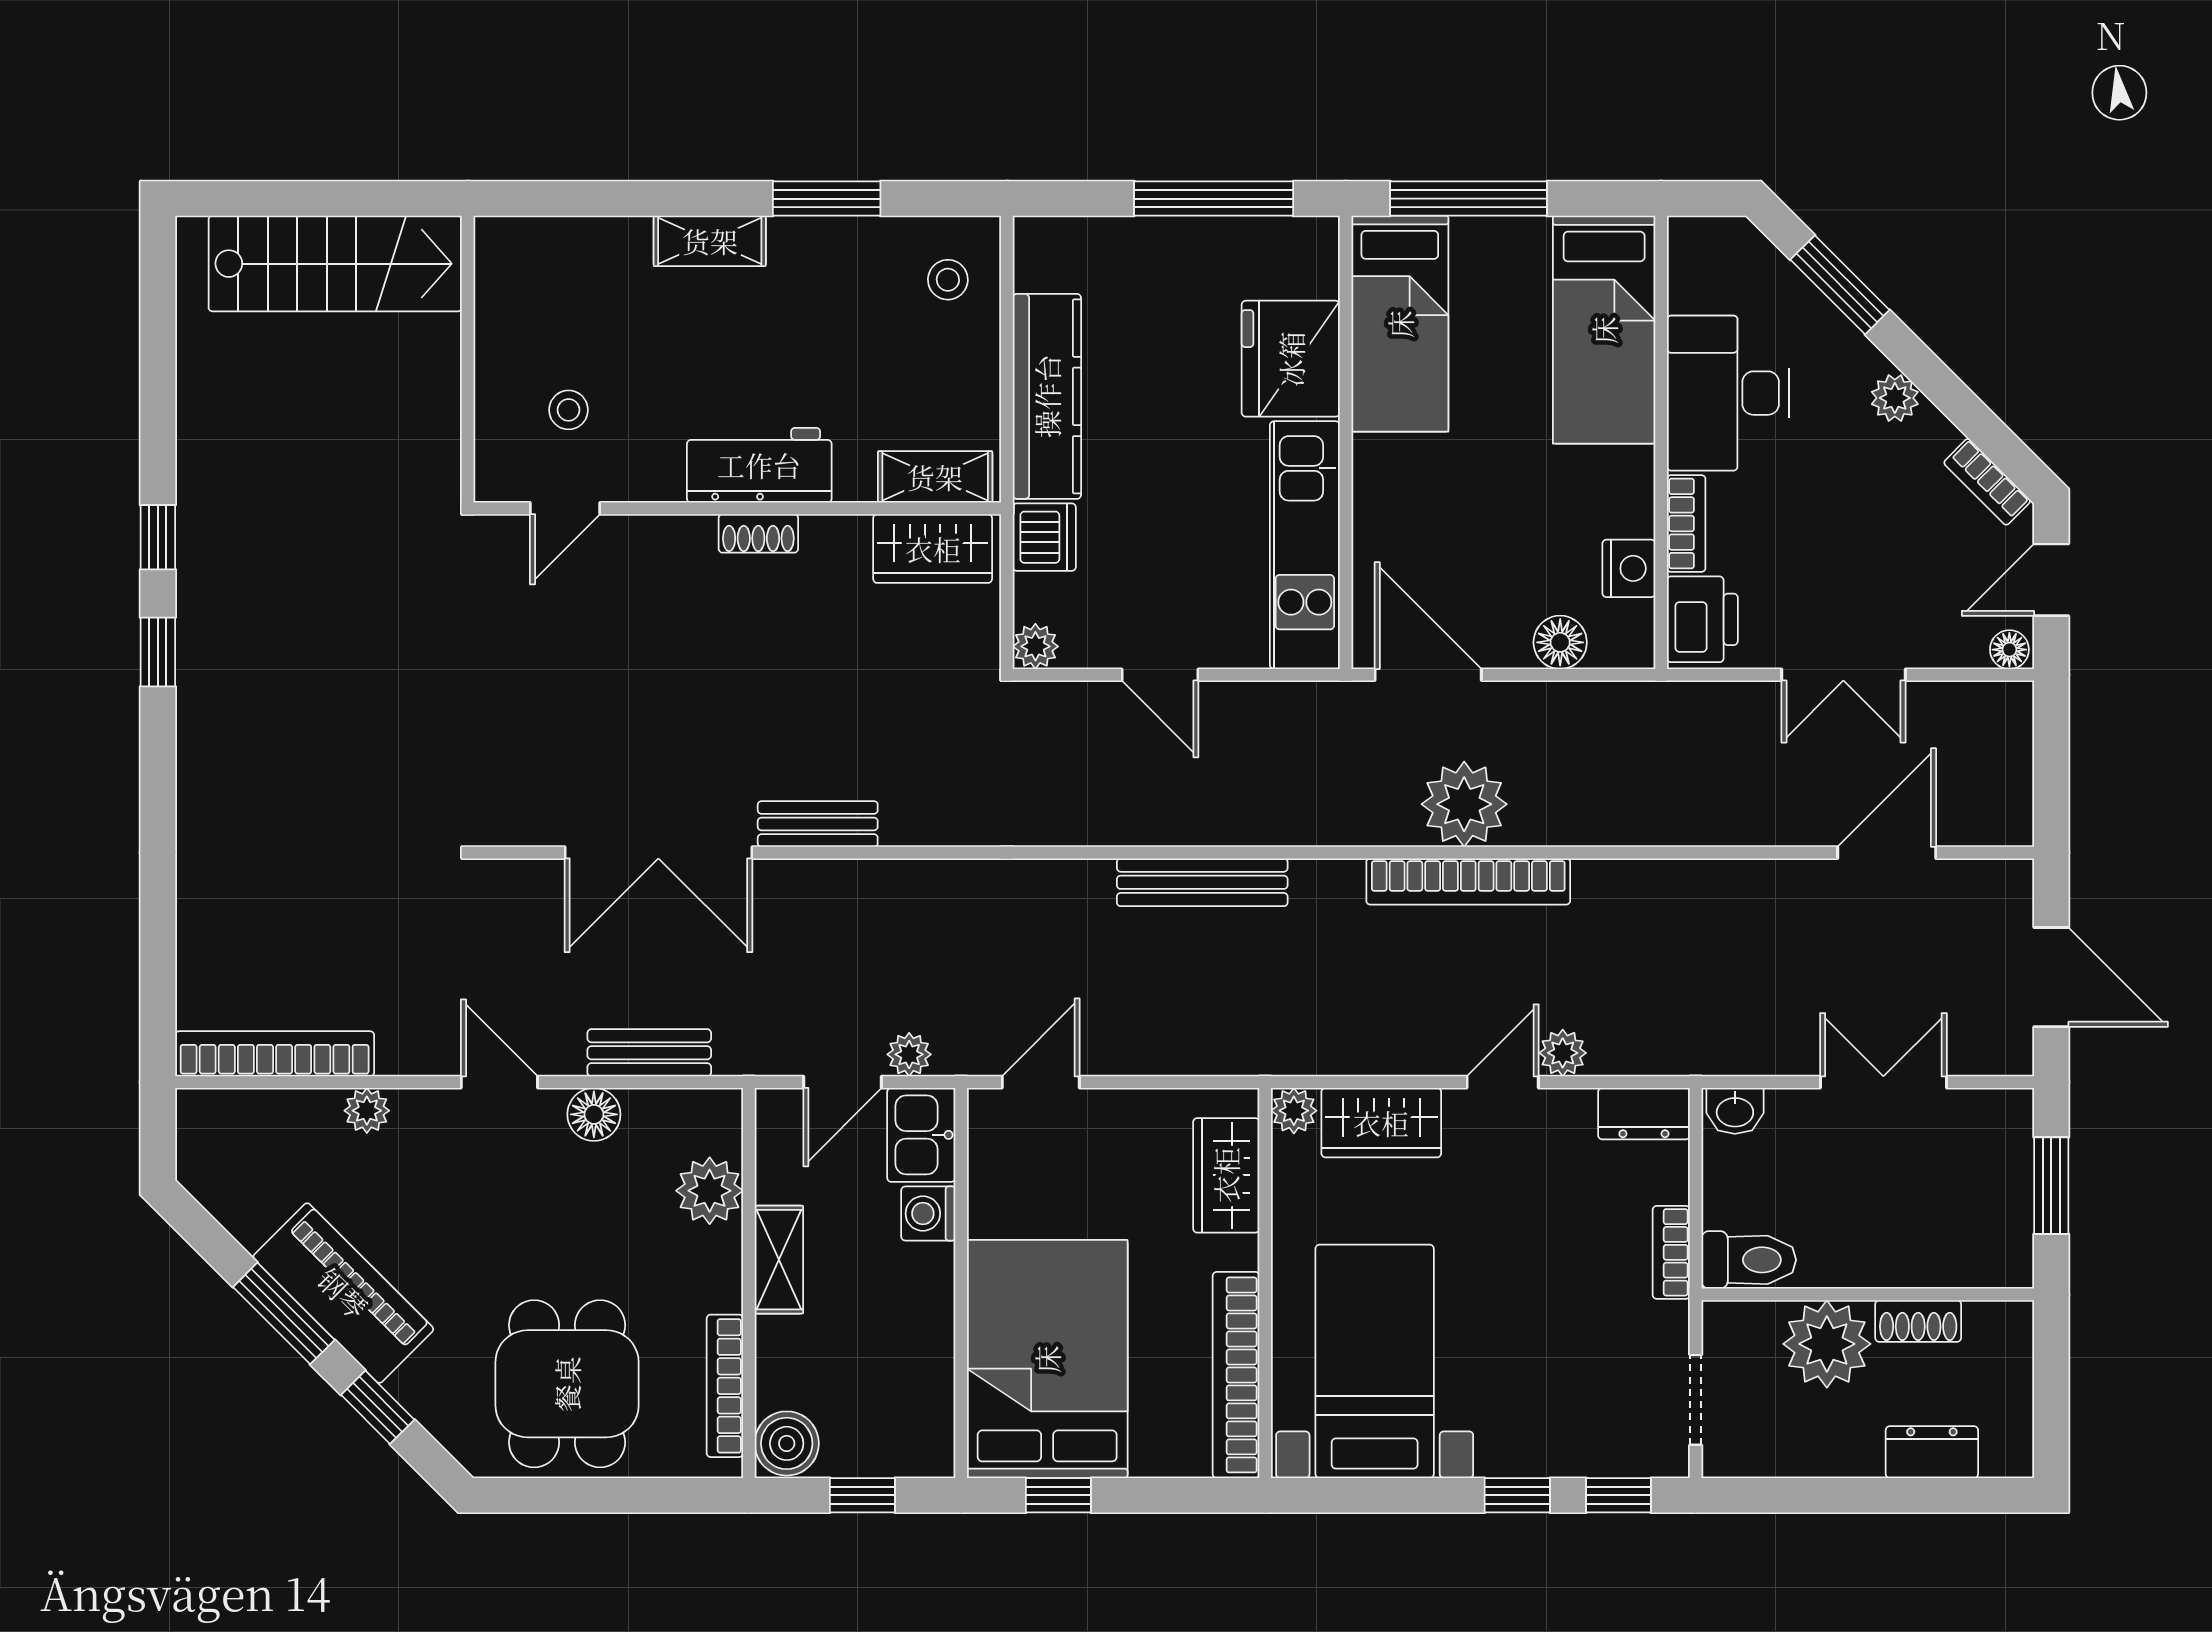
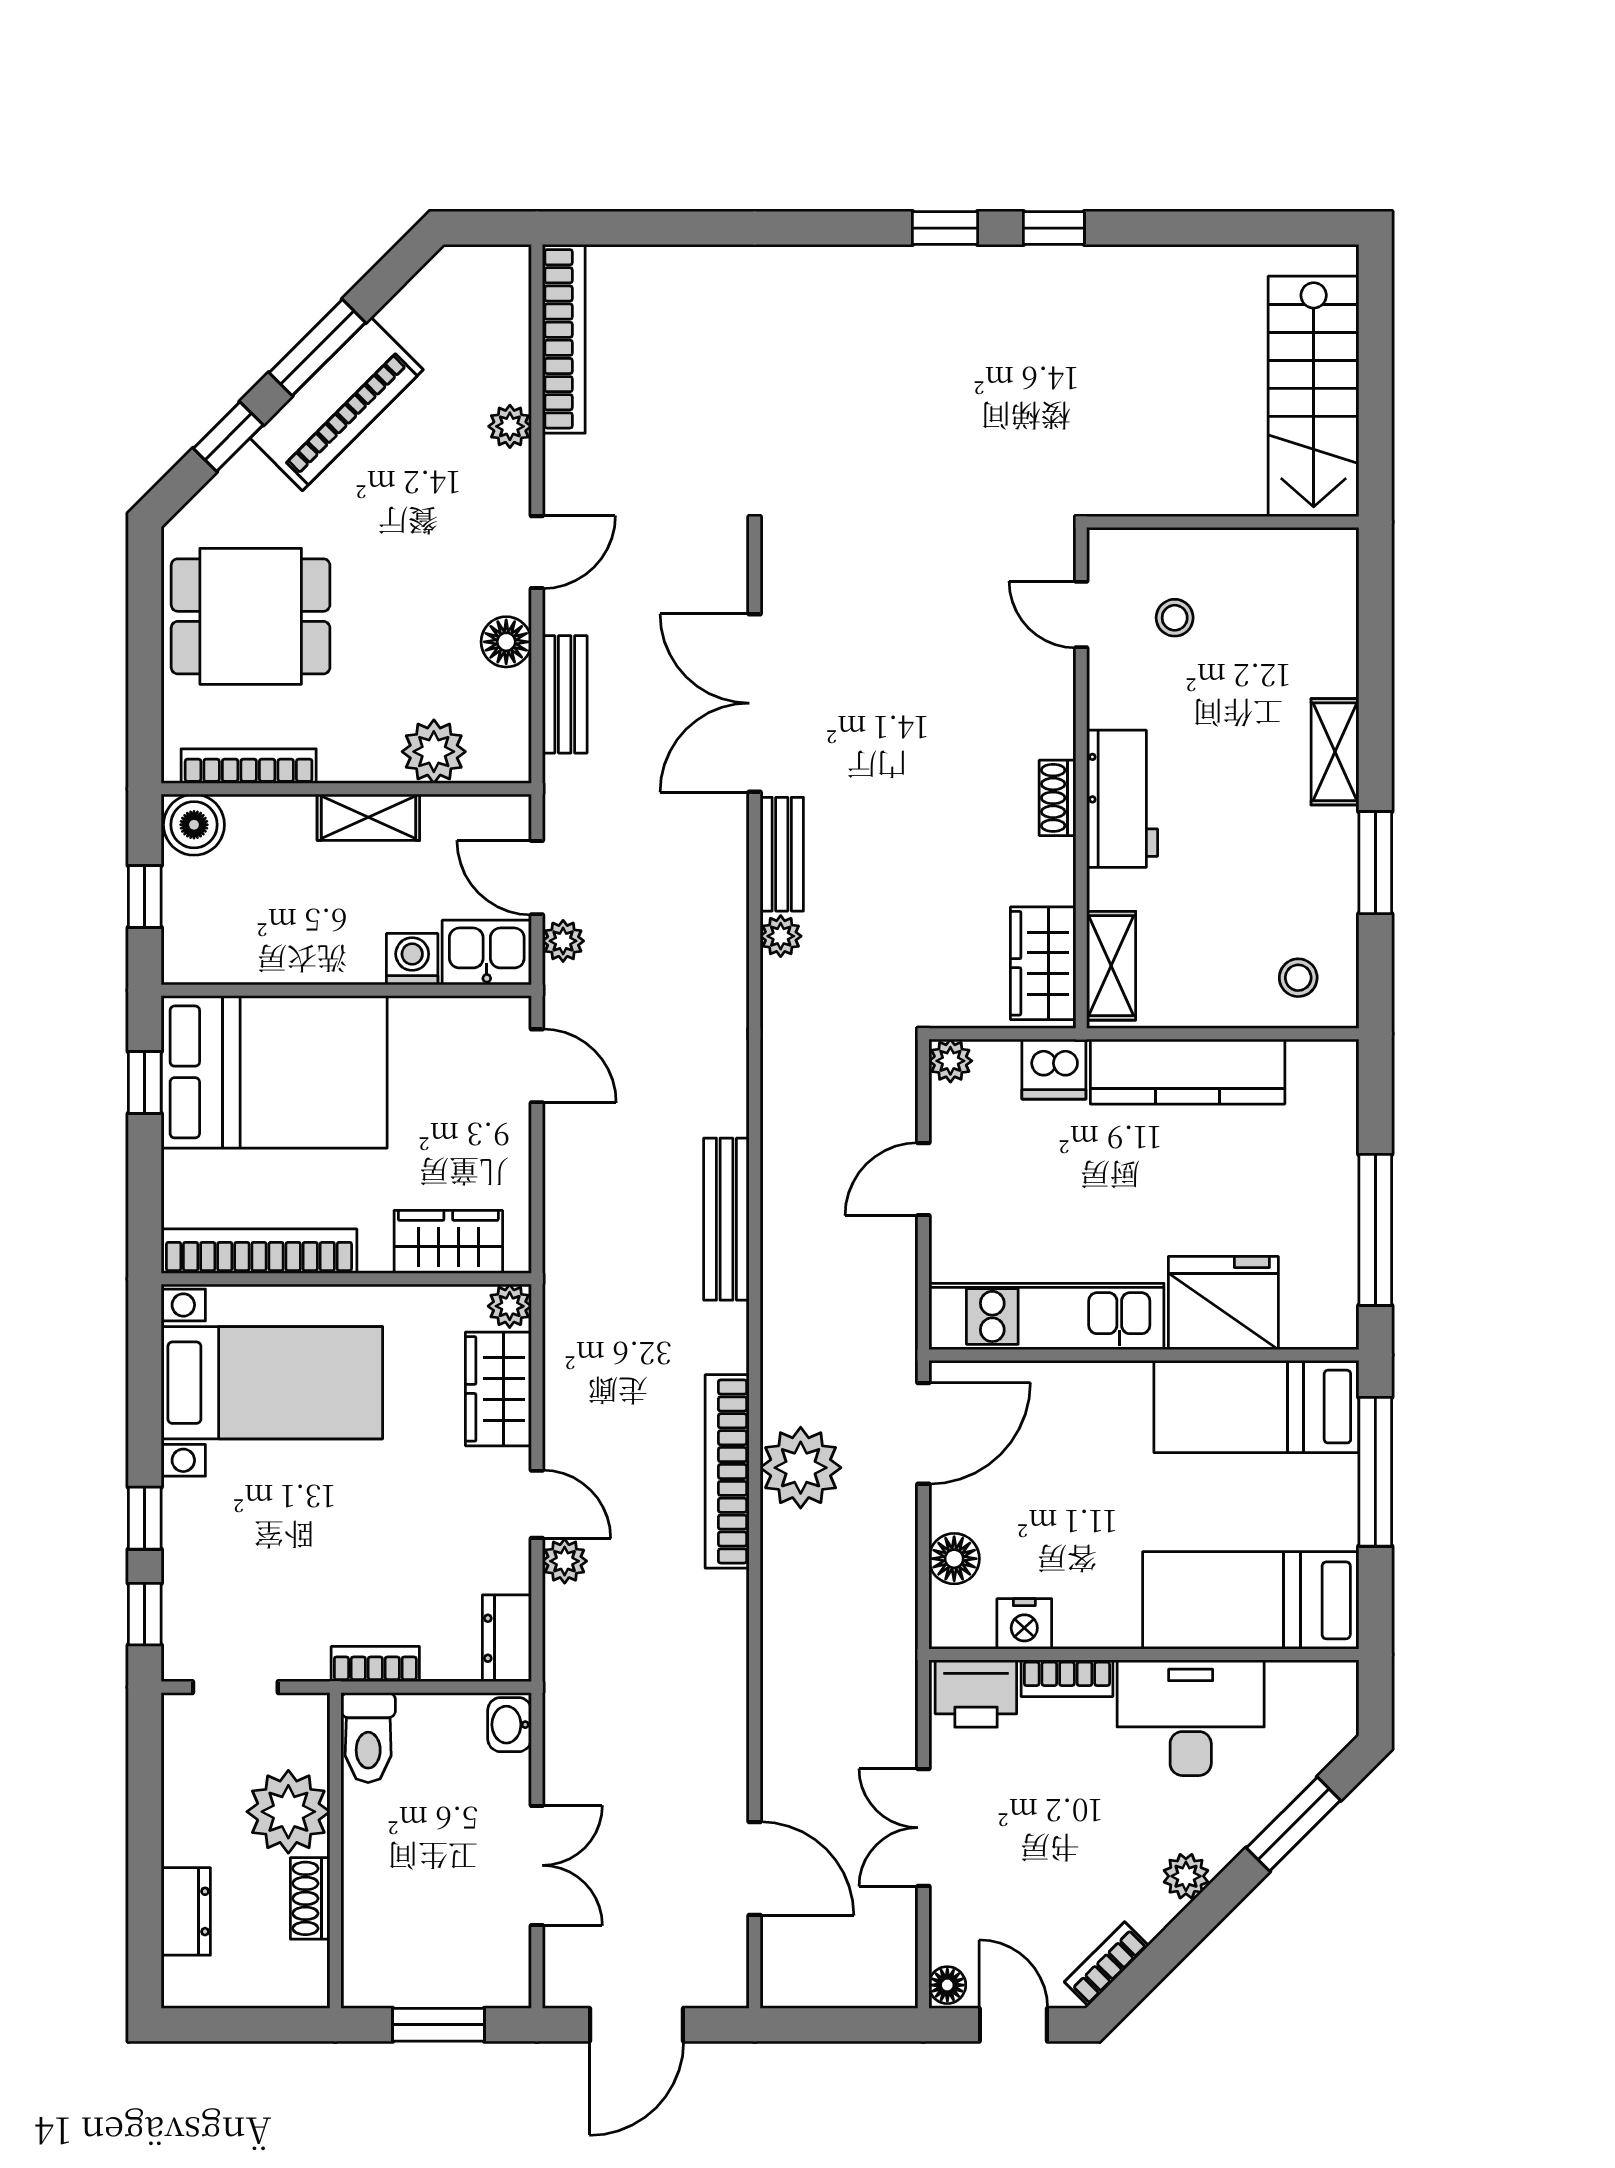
plant: (904, 825) -> (781, 936), added

